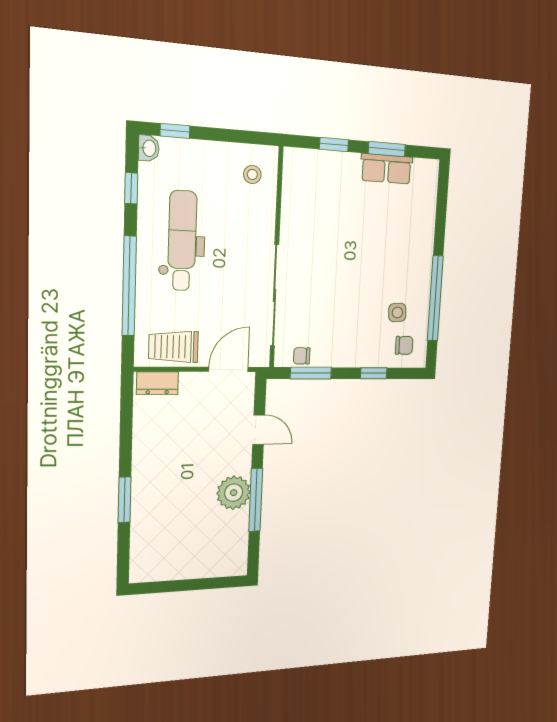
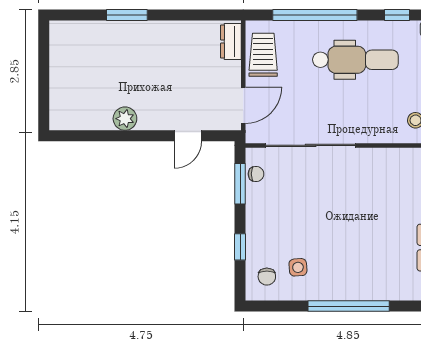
window: (435, 298) -> (349, 306), moved
chair: (302, 356) -> (256, 174), turned 90
door: (229, 369) -> (243, 105), hinge flipped
plant: (234, 493) -> (125, 119), width x0.73, depth x0.73
window: (256, 500) -> (121, 136), removed

